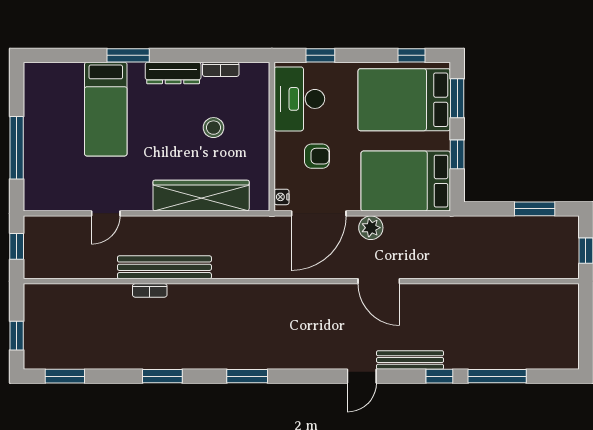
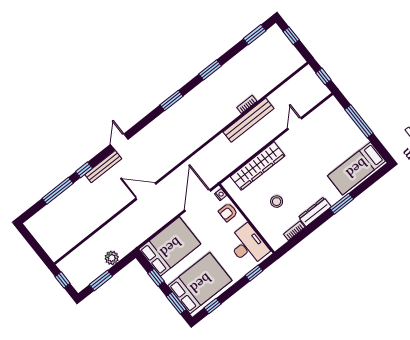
bed: (106, 109) -> (356, 168), moved, turned -90
armchair: (317, 156) -> (228, 212), moved
plant: (371, 228) -> (112, 258), moved

